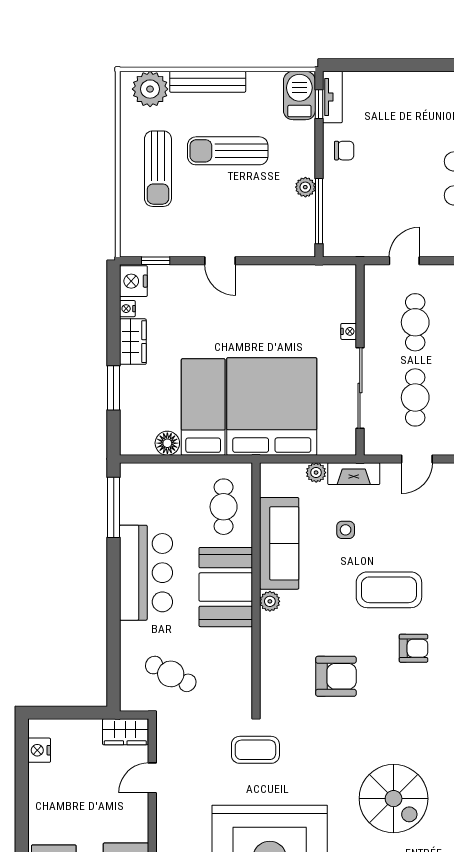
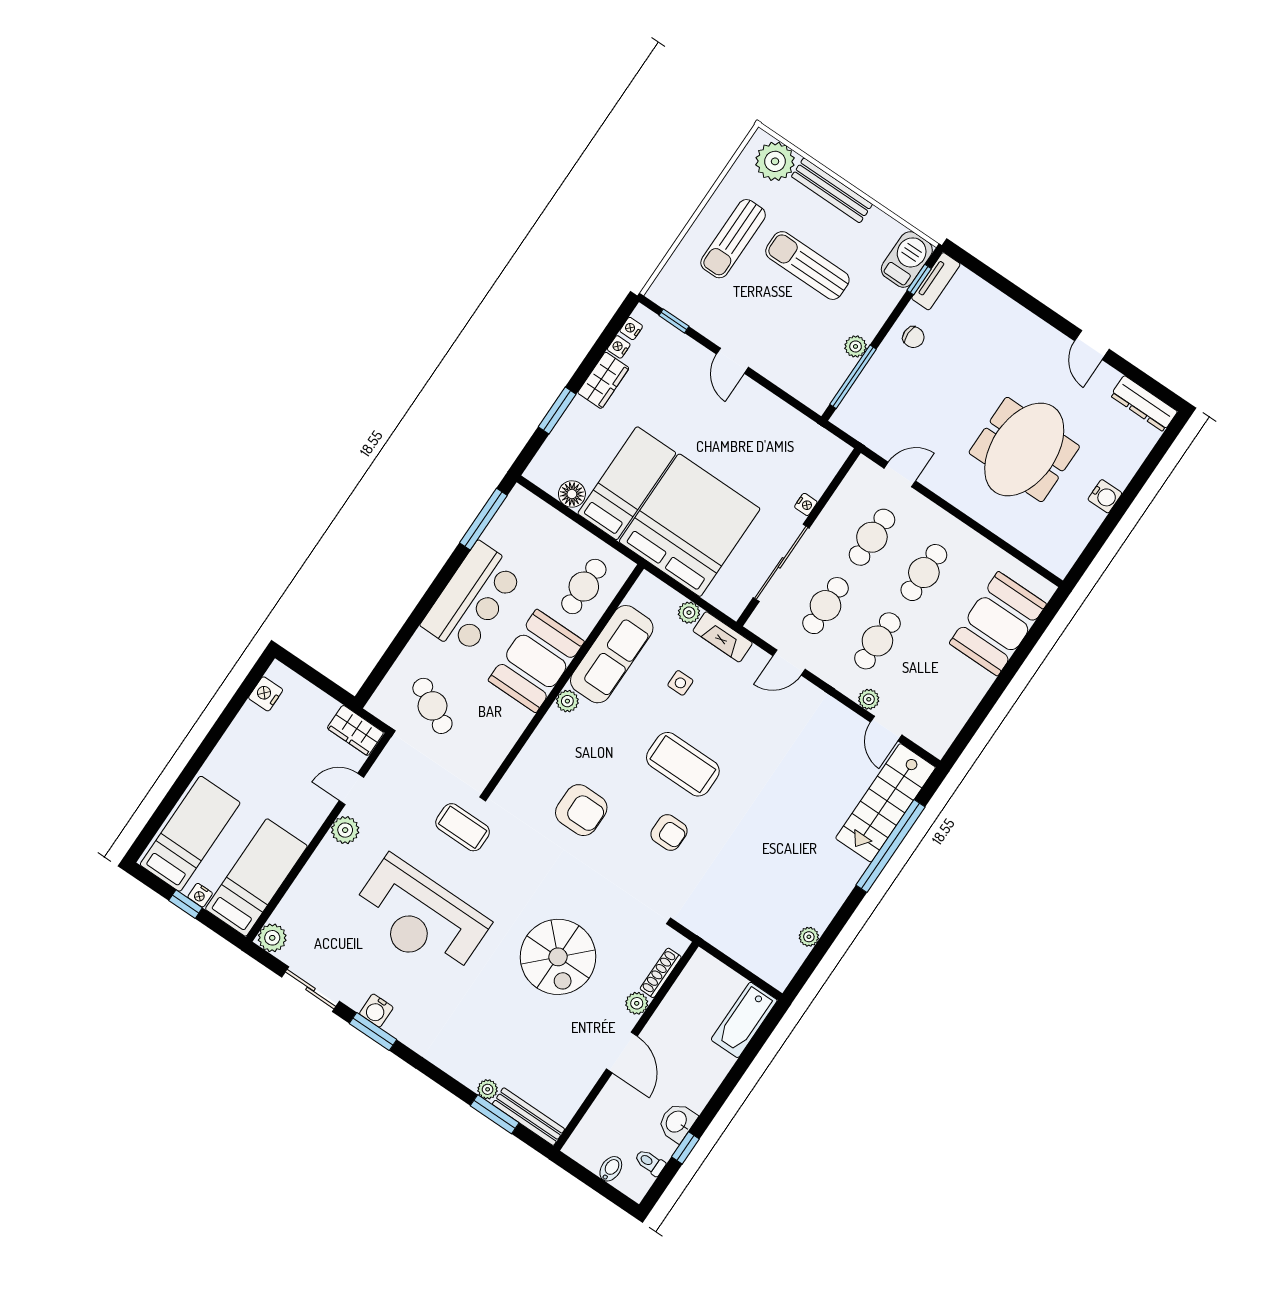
nightstand: (133, 281) -> (631, 329), width x0.53, depth x0.56
plant: (169, 812) -> (345, 830), added

